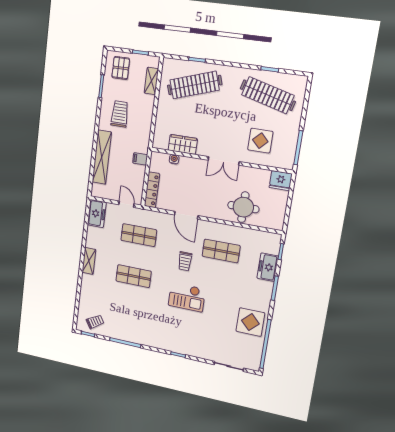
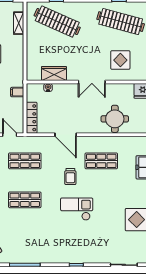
clothes rail: (194, 85) -> (57, 22), turned 42
checkout: (187, 297) -> (77, 209), turned 180

